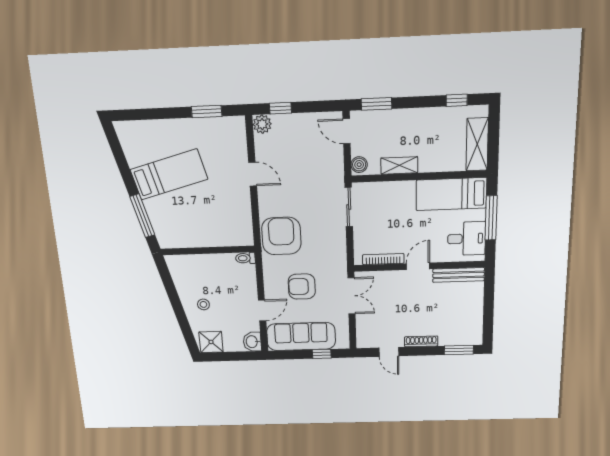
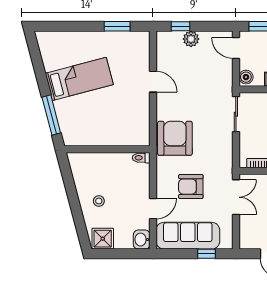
plant: (262, 124) -> (191, 39), moved

